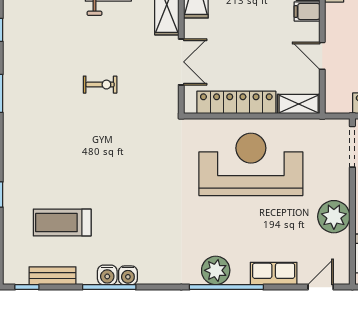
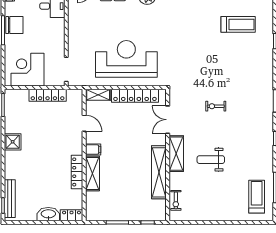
reception desk: (251, 164) -> (126, 59), turned 180
plant: (334, 217) -> (77, 28), removed

